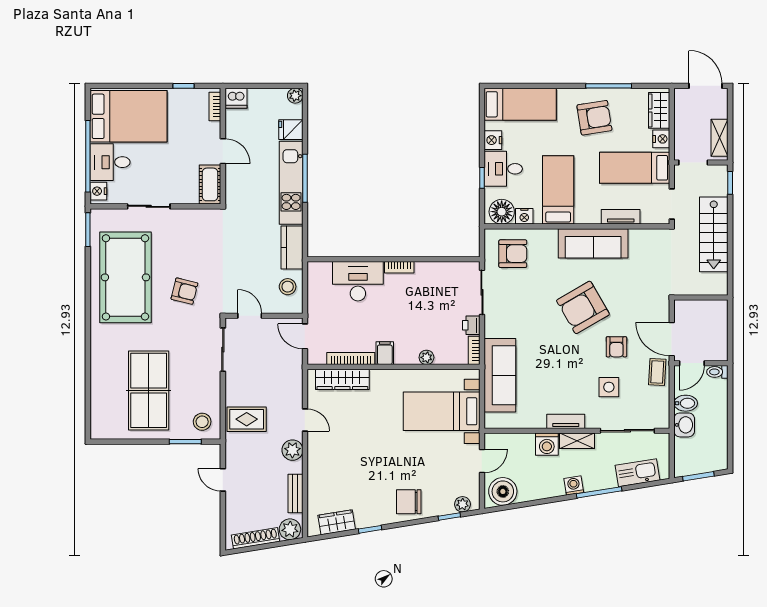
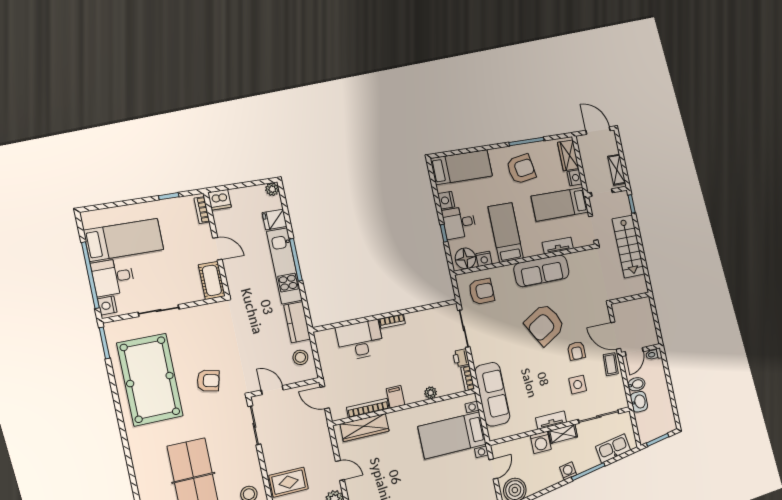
bed: (128, 116) -> (124, 240), width x0.67

